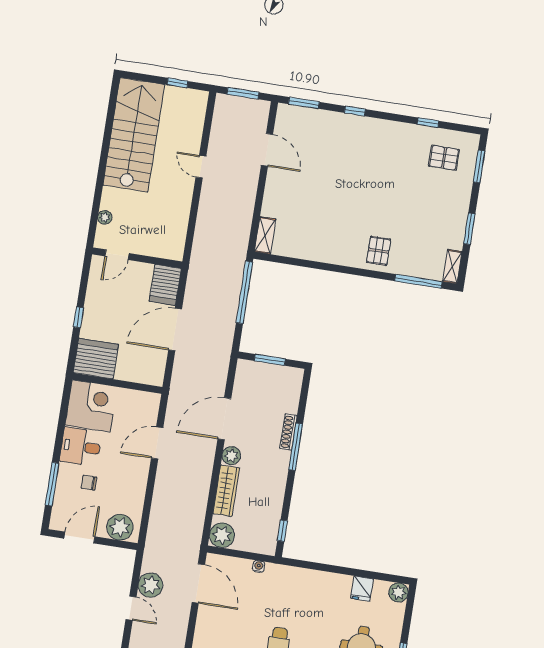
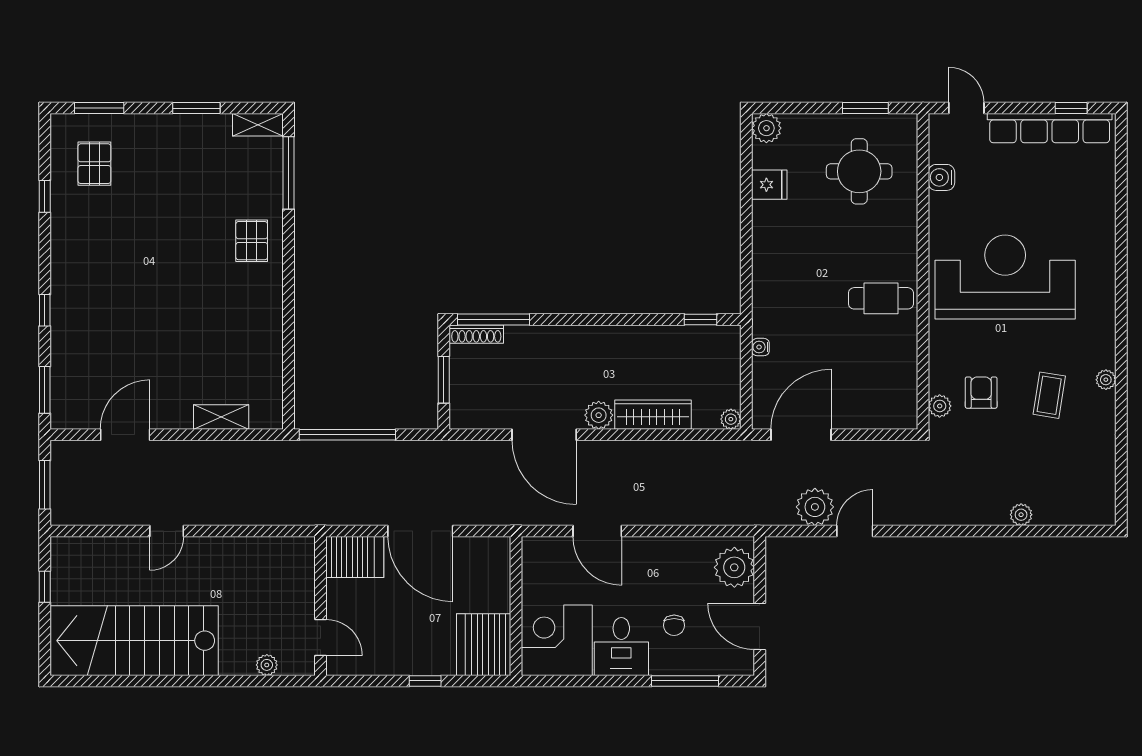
shelving: (265, 235) -> (221, 417), moved
pallet: (379, 251) -> (252, 241), turned 90
shoe rack: (288, 432) -> (476, 334), moved
window: (296, 447) -> (494, 320), moved
plant: (222, 535) -> (731, 419), width x0.53, depth x0.53

